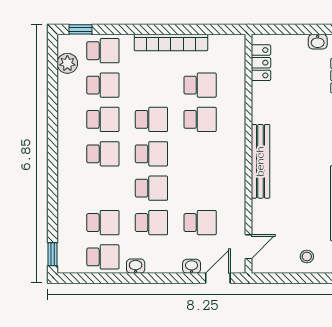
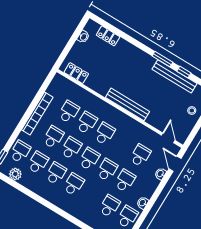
school desk: (151, 85) -> (53, 137), added
school desk: (200, 154) -> (104, 134), added

